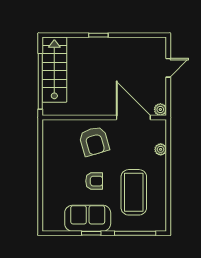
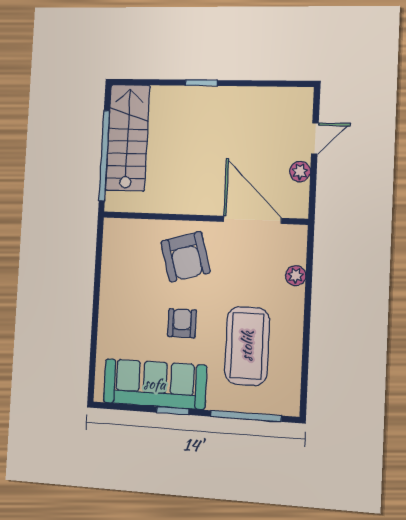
plant: (160, 109) -> (300, 171), moved
armchair: (94, 181) -> (182, 323), turned -90
sofa: (88, 218) -> (155, 384), width x1.36

